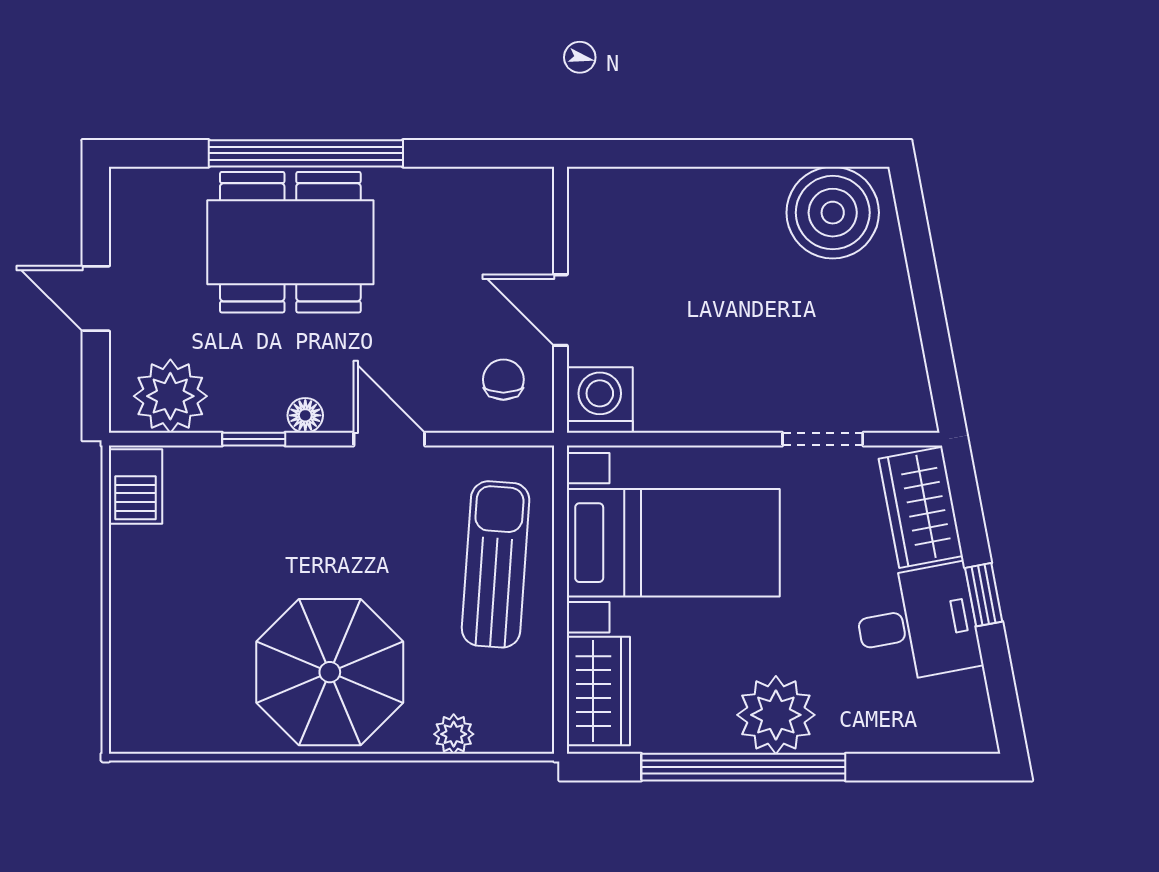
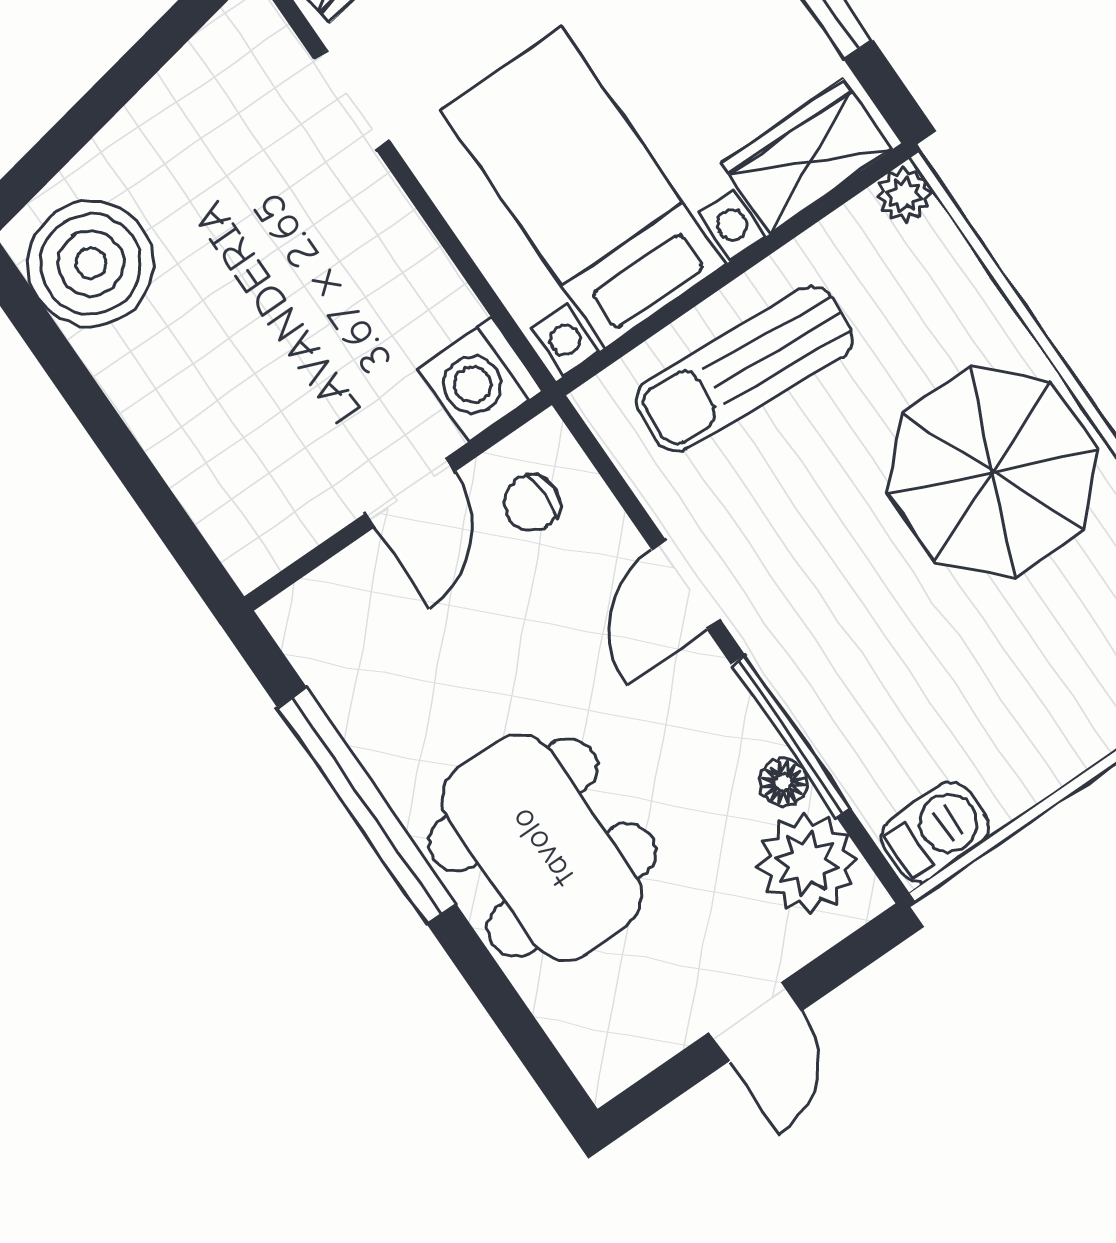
window: (306, 153) -> (367, 806), moved
floor lamp: (305, 415) -> (783, 783), moved
window: (254, 439) -> (791, 736), width x2.17
plant: (454, 734) -> (904, 195), moved

